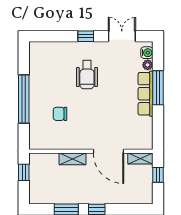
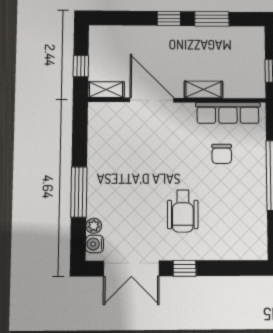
double door: (122, 36) -> (131, 269), width x1.37
wheelchair: (87, 75) -> (183, 211), turned 180
row of seats: (145, 94) -> (228, 113), moved, turned 90
chair: (60, 114) -> (222, 154), turned 90

